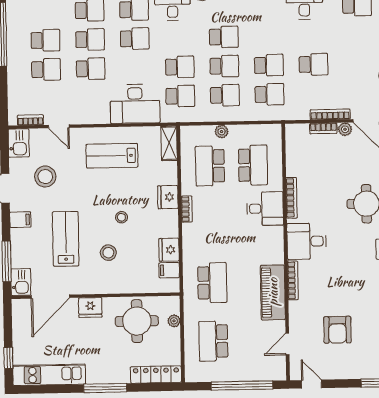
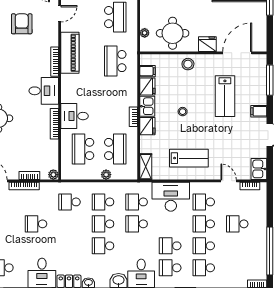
school desk: (45, 40) -> (204, 202), moved
school desk: (269, 65) -> (69, 224), removed
plant: (345, 129) -> (53, 175), moved
stool: (45, 177) -> (239, 143), removed
stool: (108, 253) -> (188, 64), moved
kitchen sink: (21, 282) -> (147, 106), moved, turned 180

